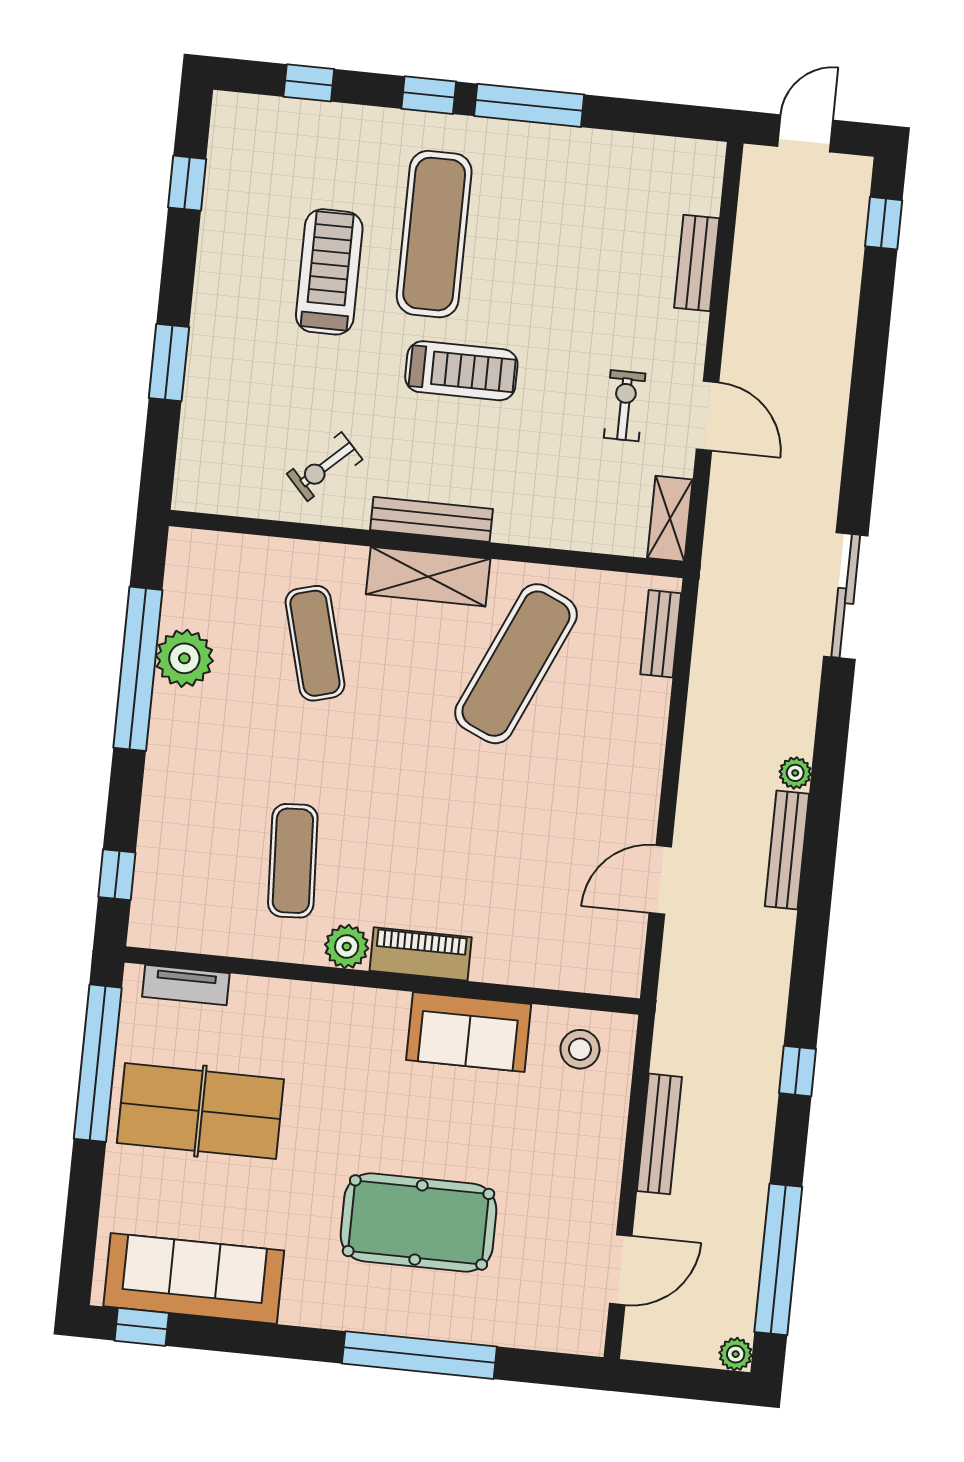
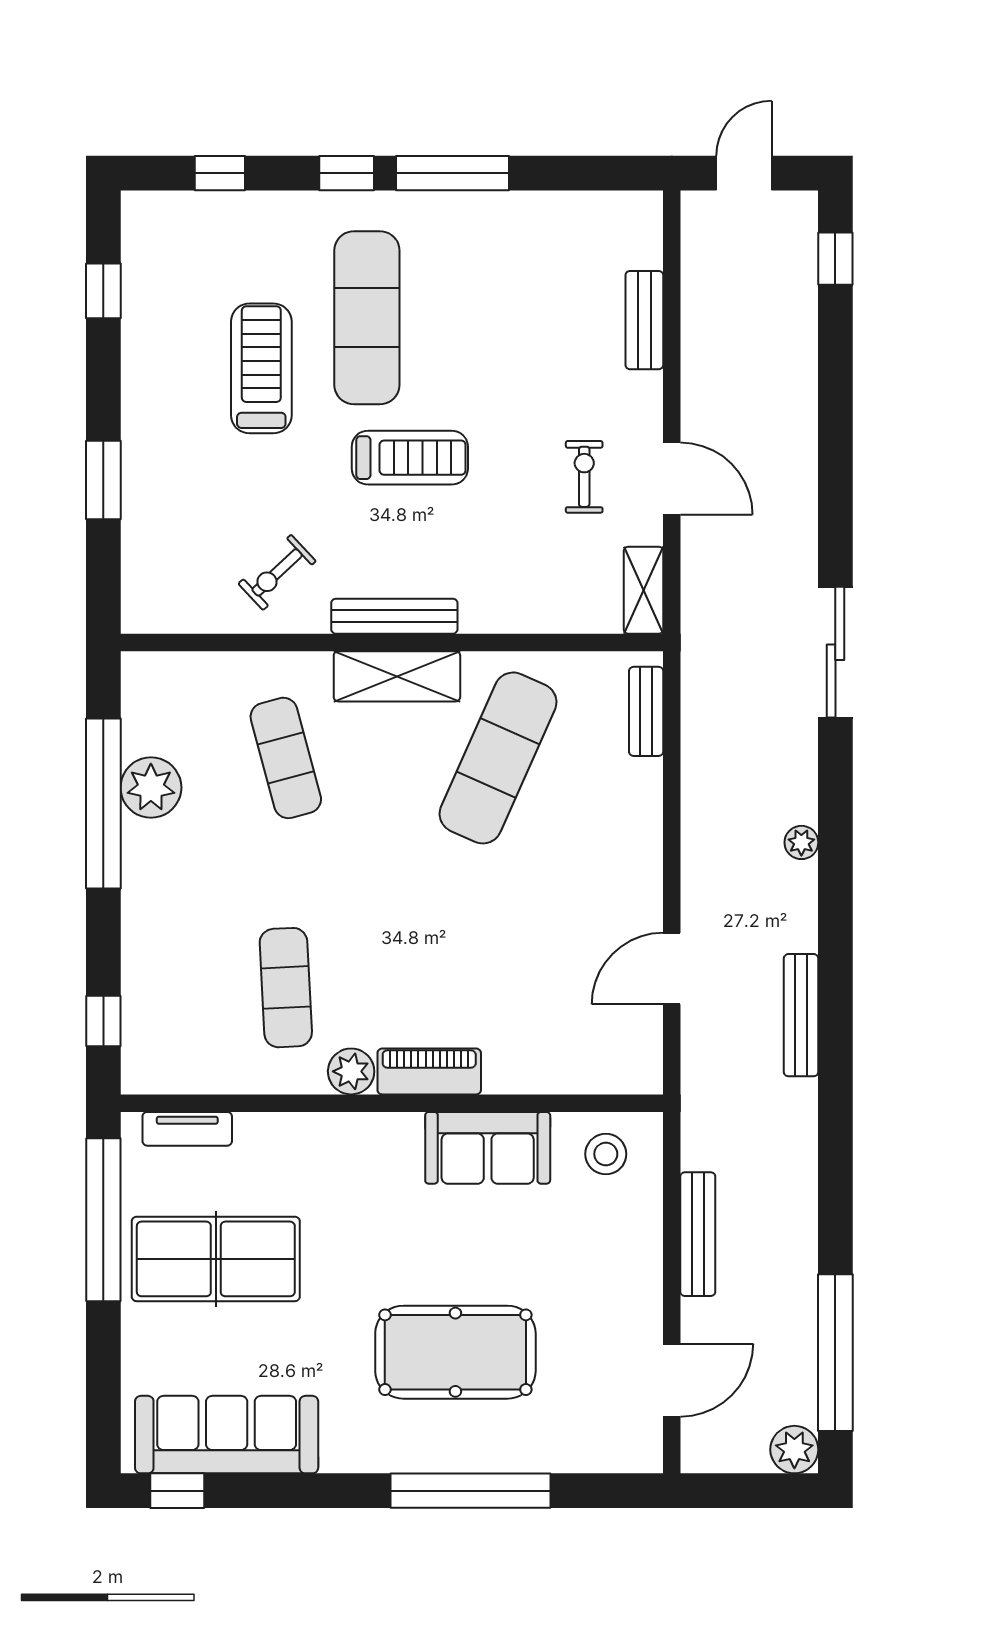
bench: (787, 850) -> (801, 1015), moved
window: (797, 1071) -> (835, 1154), removed
plant: (736, 1354) -> (794, 1450), width x1.38, depth x1.38

